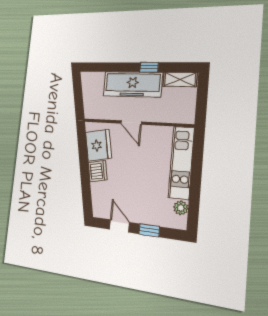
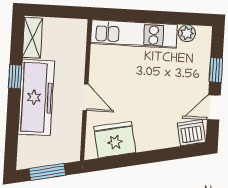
window: (78, 94) -> (47, 172), added
door: (131, 123) -> (86, 97), hinge flipped
dishwasher: (98, 171) -> (191, 133), moved

